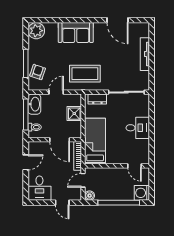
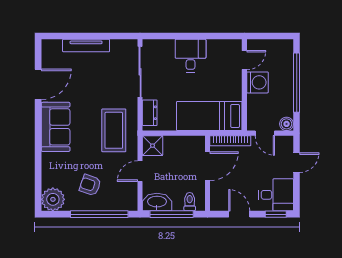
sofa: (76, 33) -> (56, 127), moved
window: (26, 63) -> (99, 214), width x1.46
armchair: (38, 72) -> (90, 185), moved
door: (56, 92) -> (140, 171), hinge flipped
shower: (74, 114) -> (152, 146), moved
window: (26, 188) -> (276, 214), added
washing machine: (142, 193) -> (257, 82), moved, turned -90

